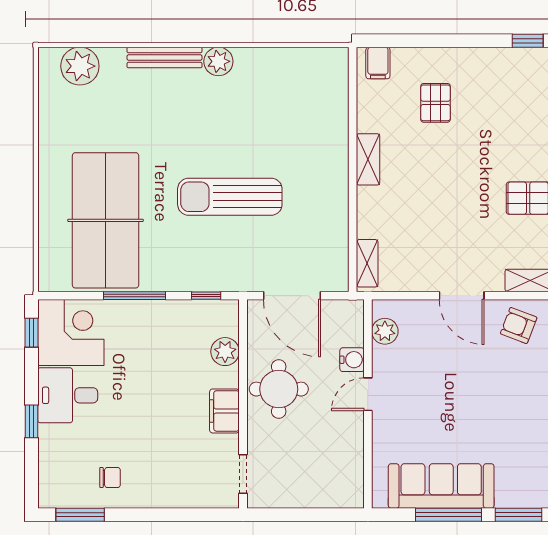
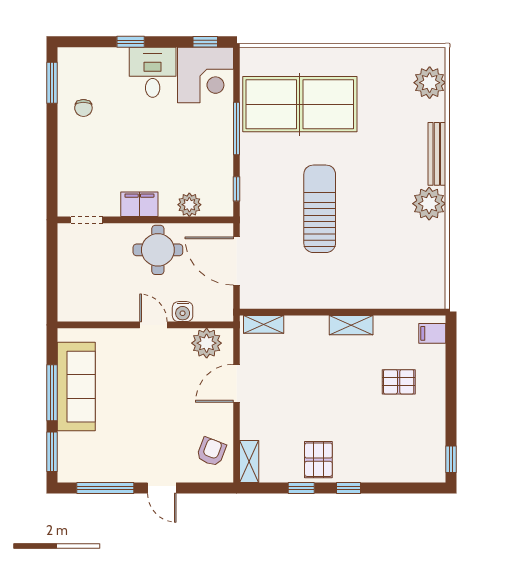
plant: (218, 61) -> (429, 204), width x1.36, depth x1.36
door: (292, 296) -> (237, 261), hinge flipped
door: (462, 296) -> (237, 383), moved
plant: (385, 331) -> (207, 343), width x1.36, depth x1.36

